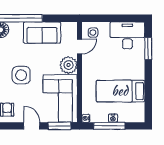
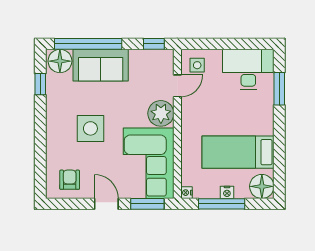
window: (64, 18) -> (154, 44), added
sofa: (42, 33) -> (101, 65), moved
floor lamp: (136, 114) -> (262, 186), added

